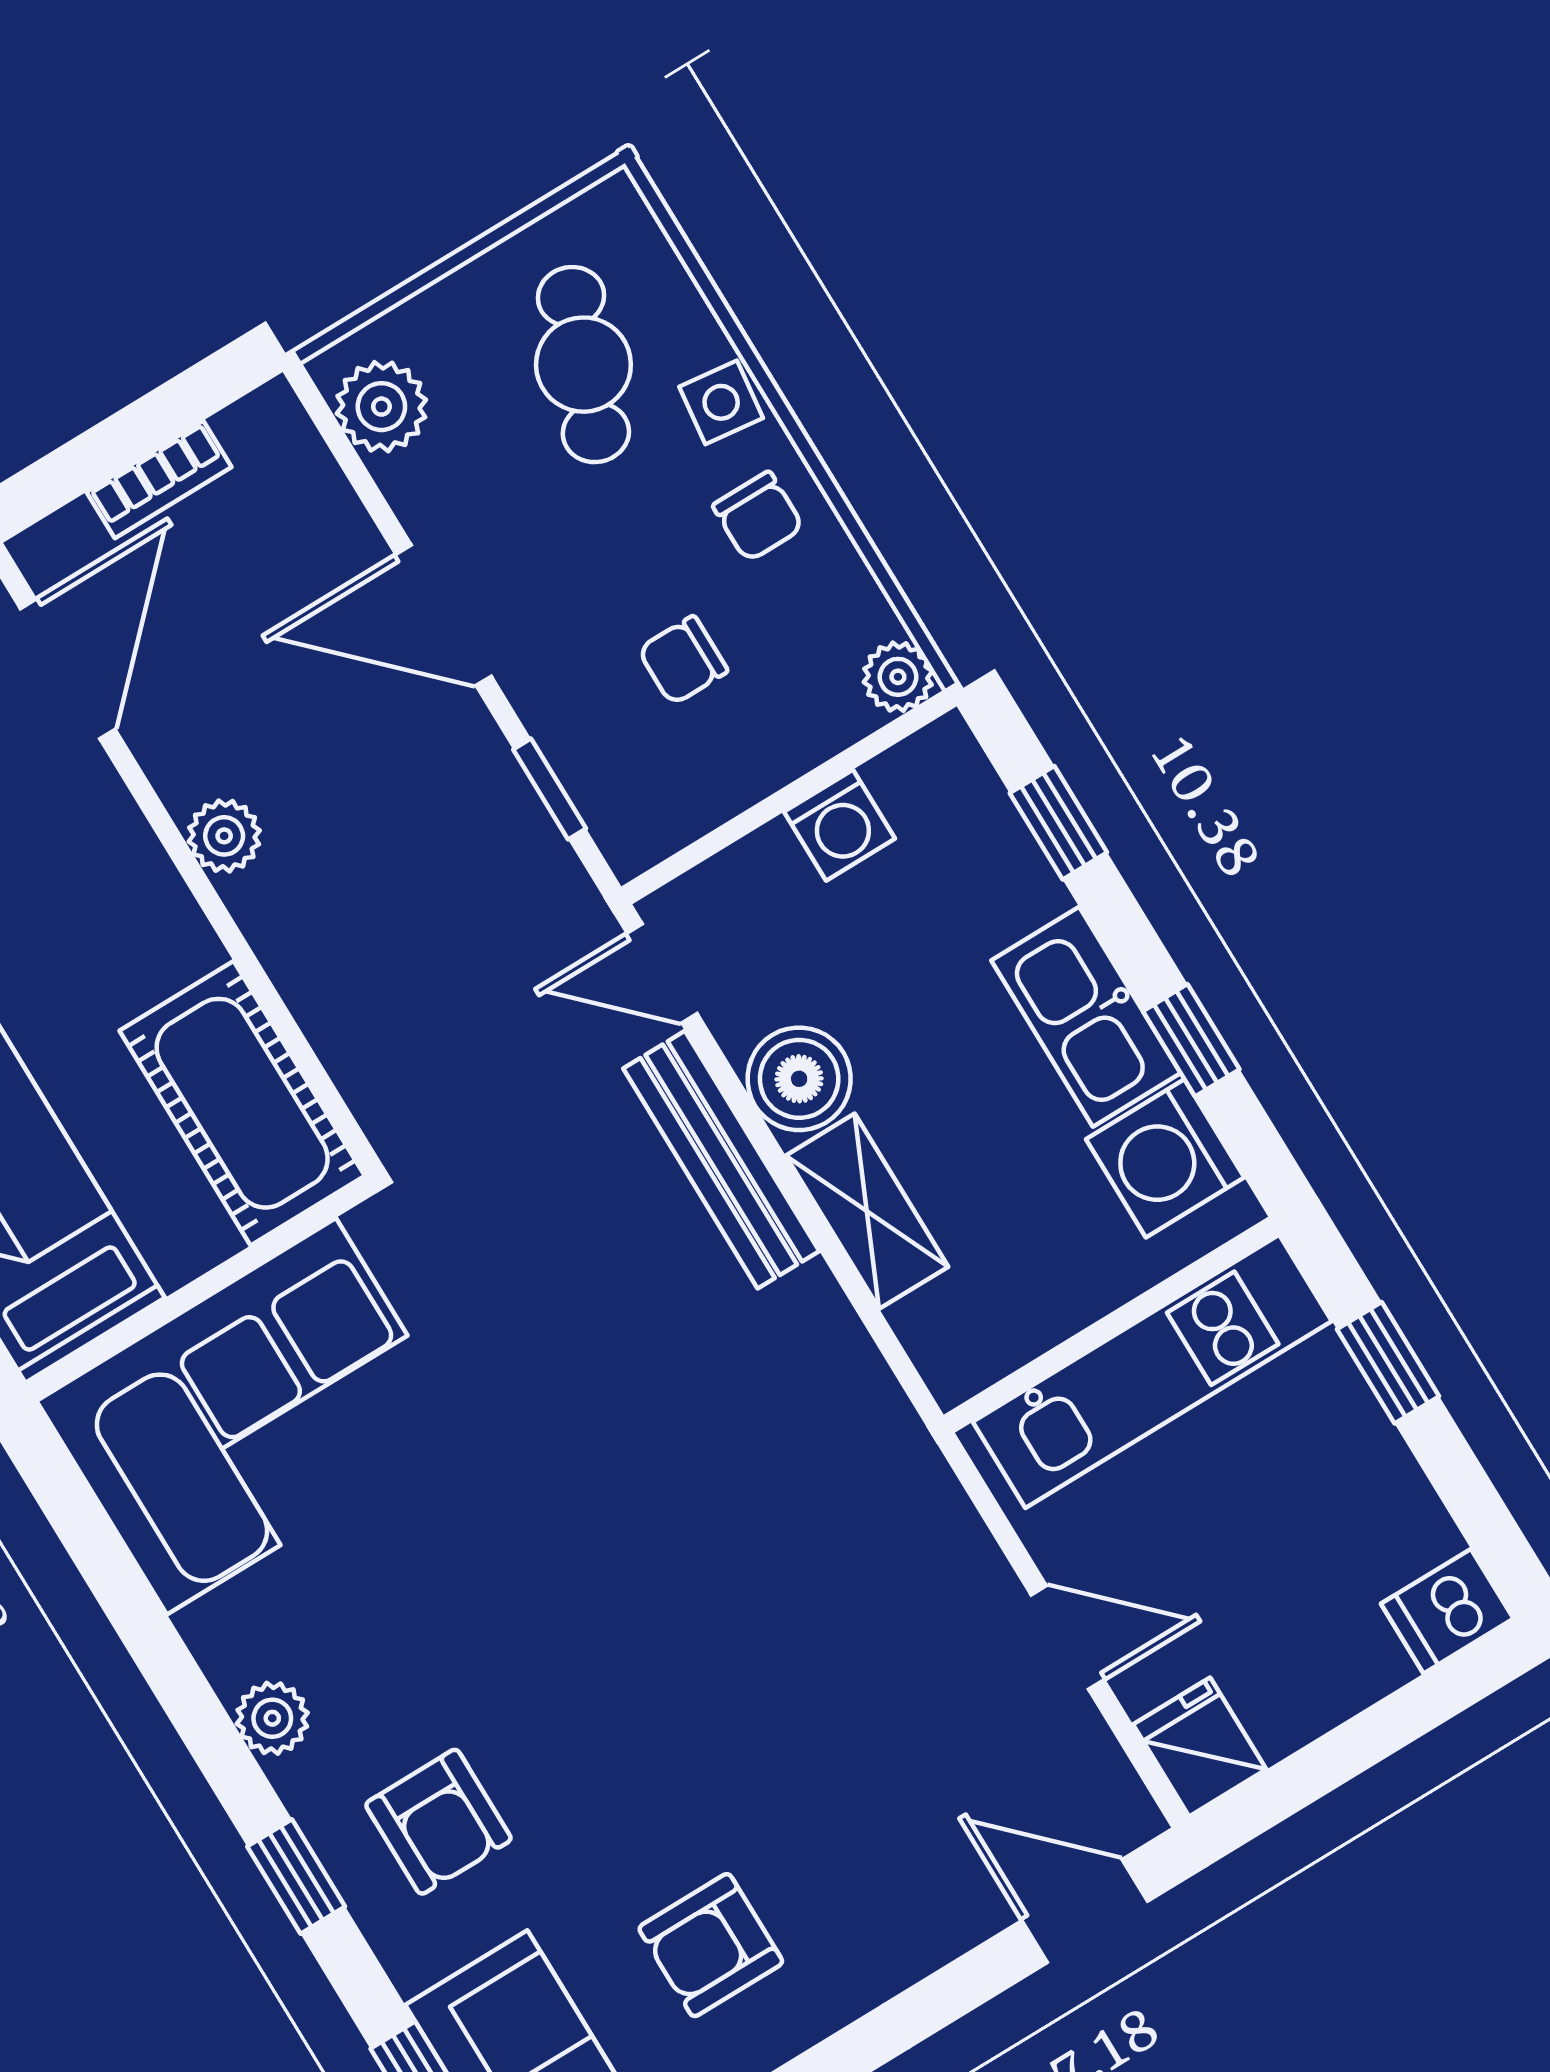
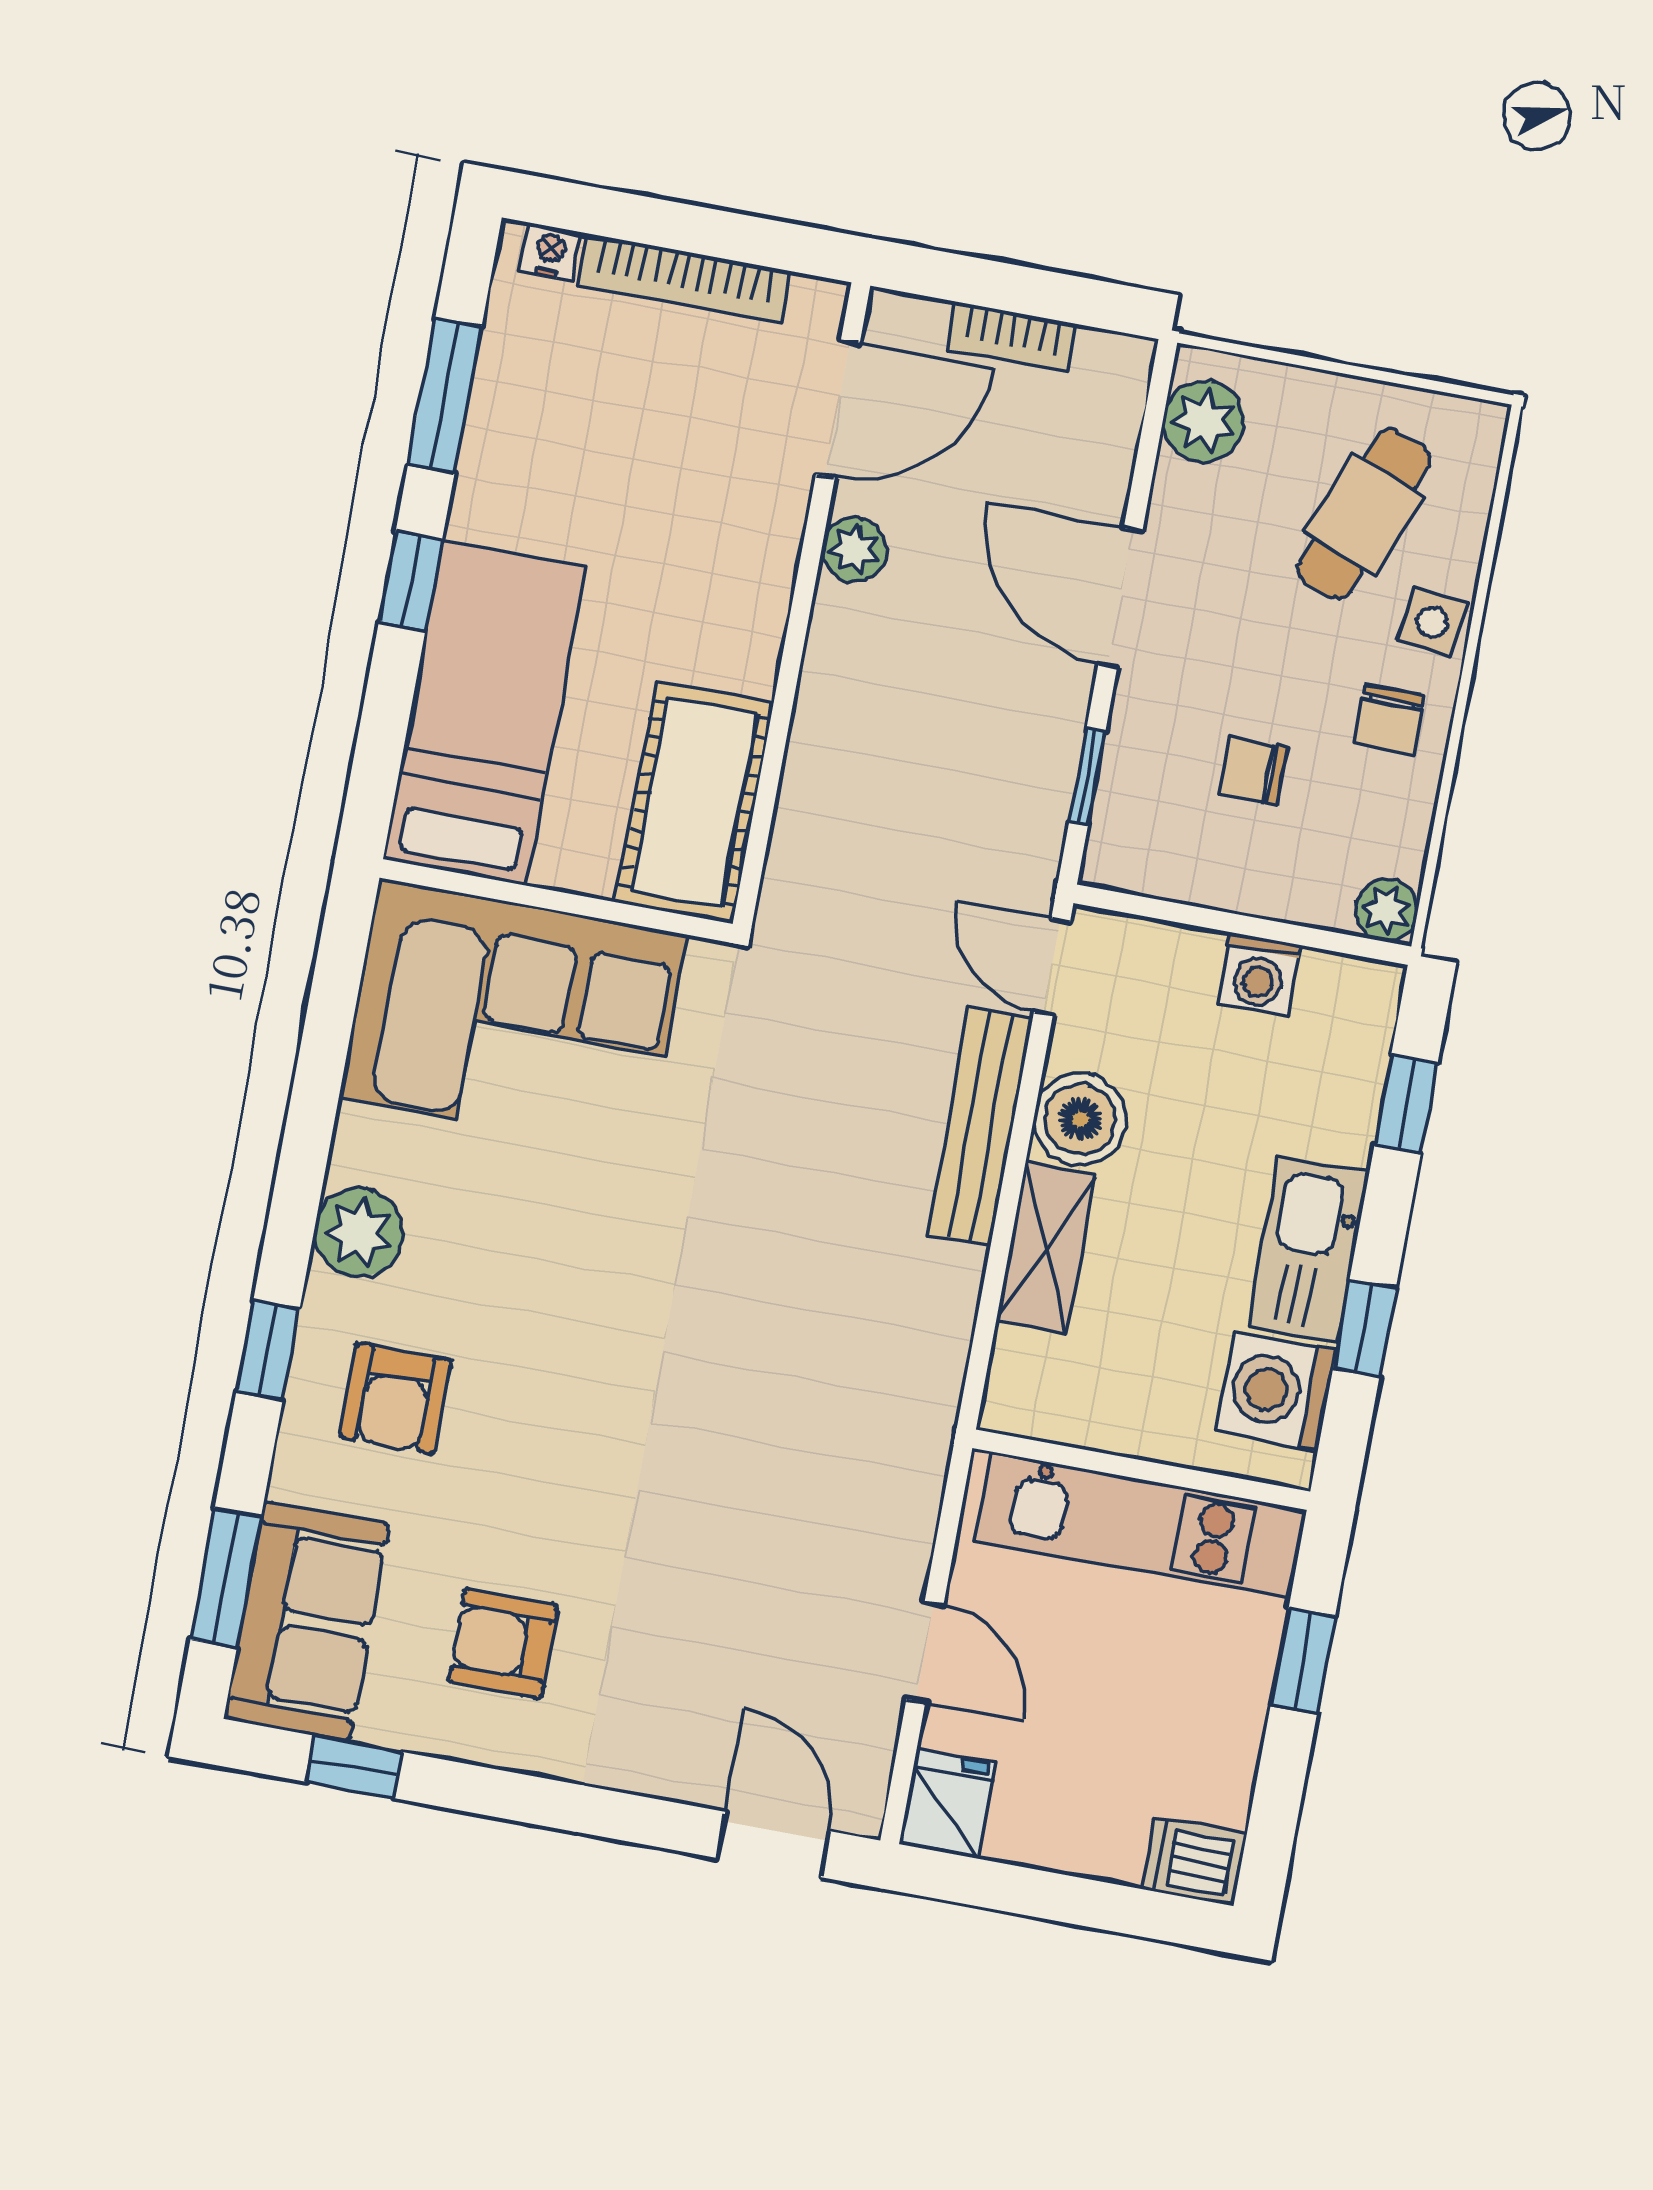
plant: (224, 836) -> (854, 550), moved
plant: (272, 1718) -> (359, 1232), width x1.38, depth x1.38

